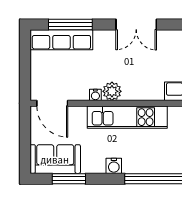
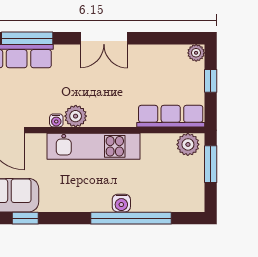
water cooler: (114, 166) -> (121, 203), moved
window: (69, 179) -> (25, 218), width x0.67

